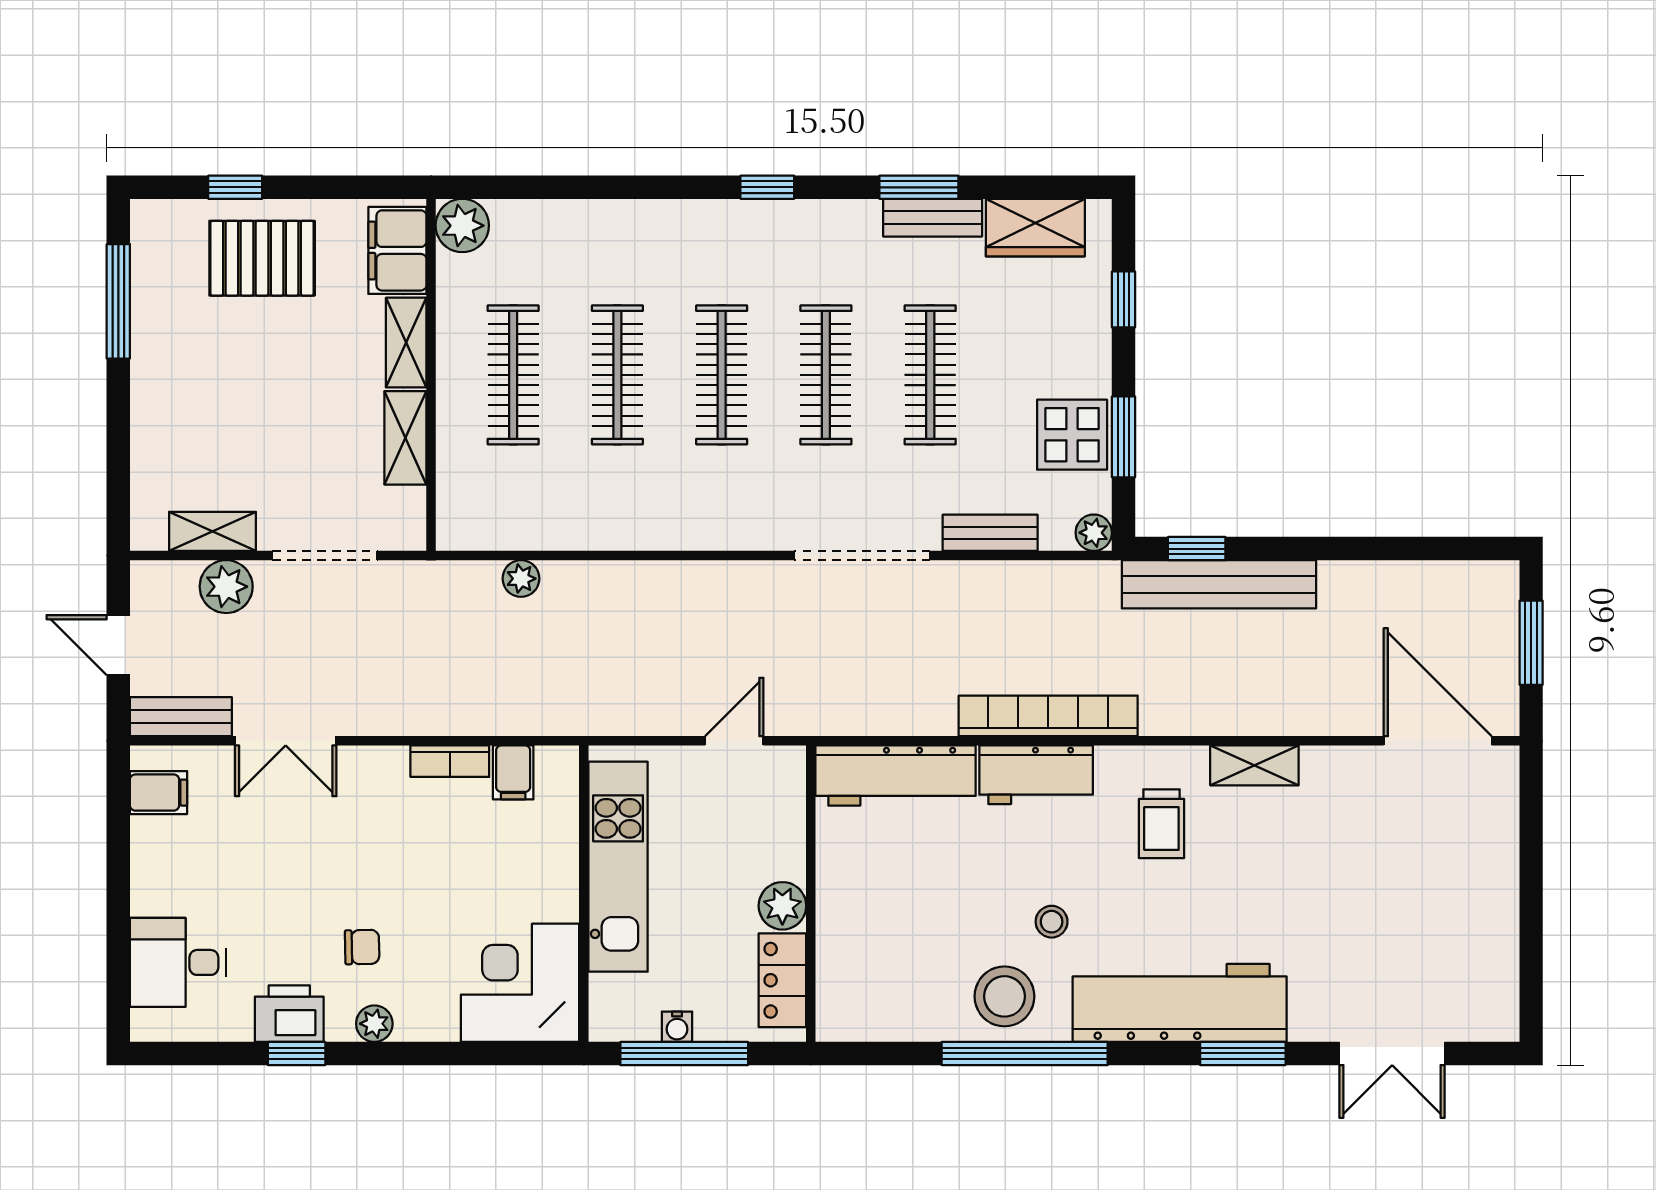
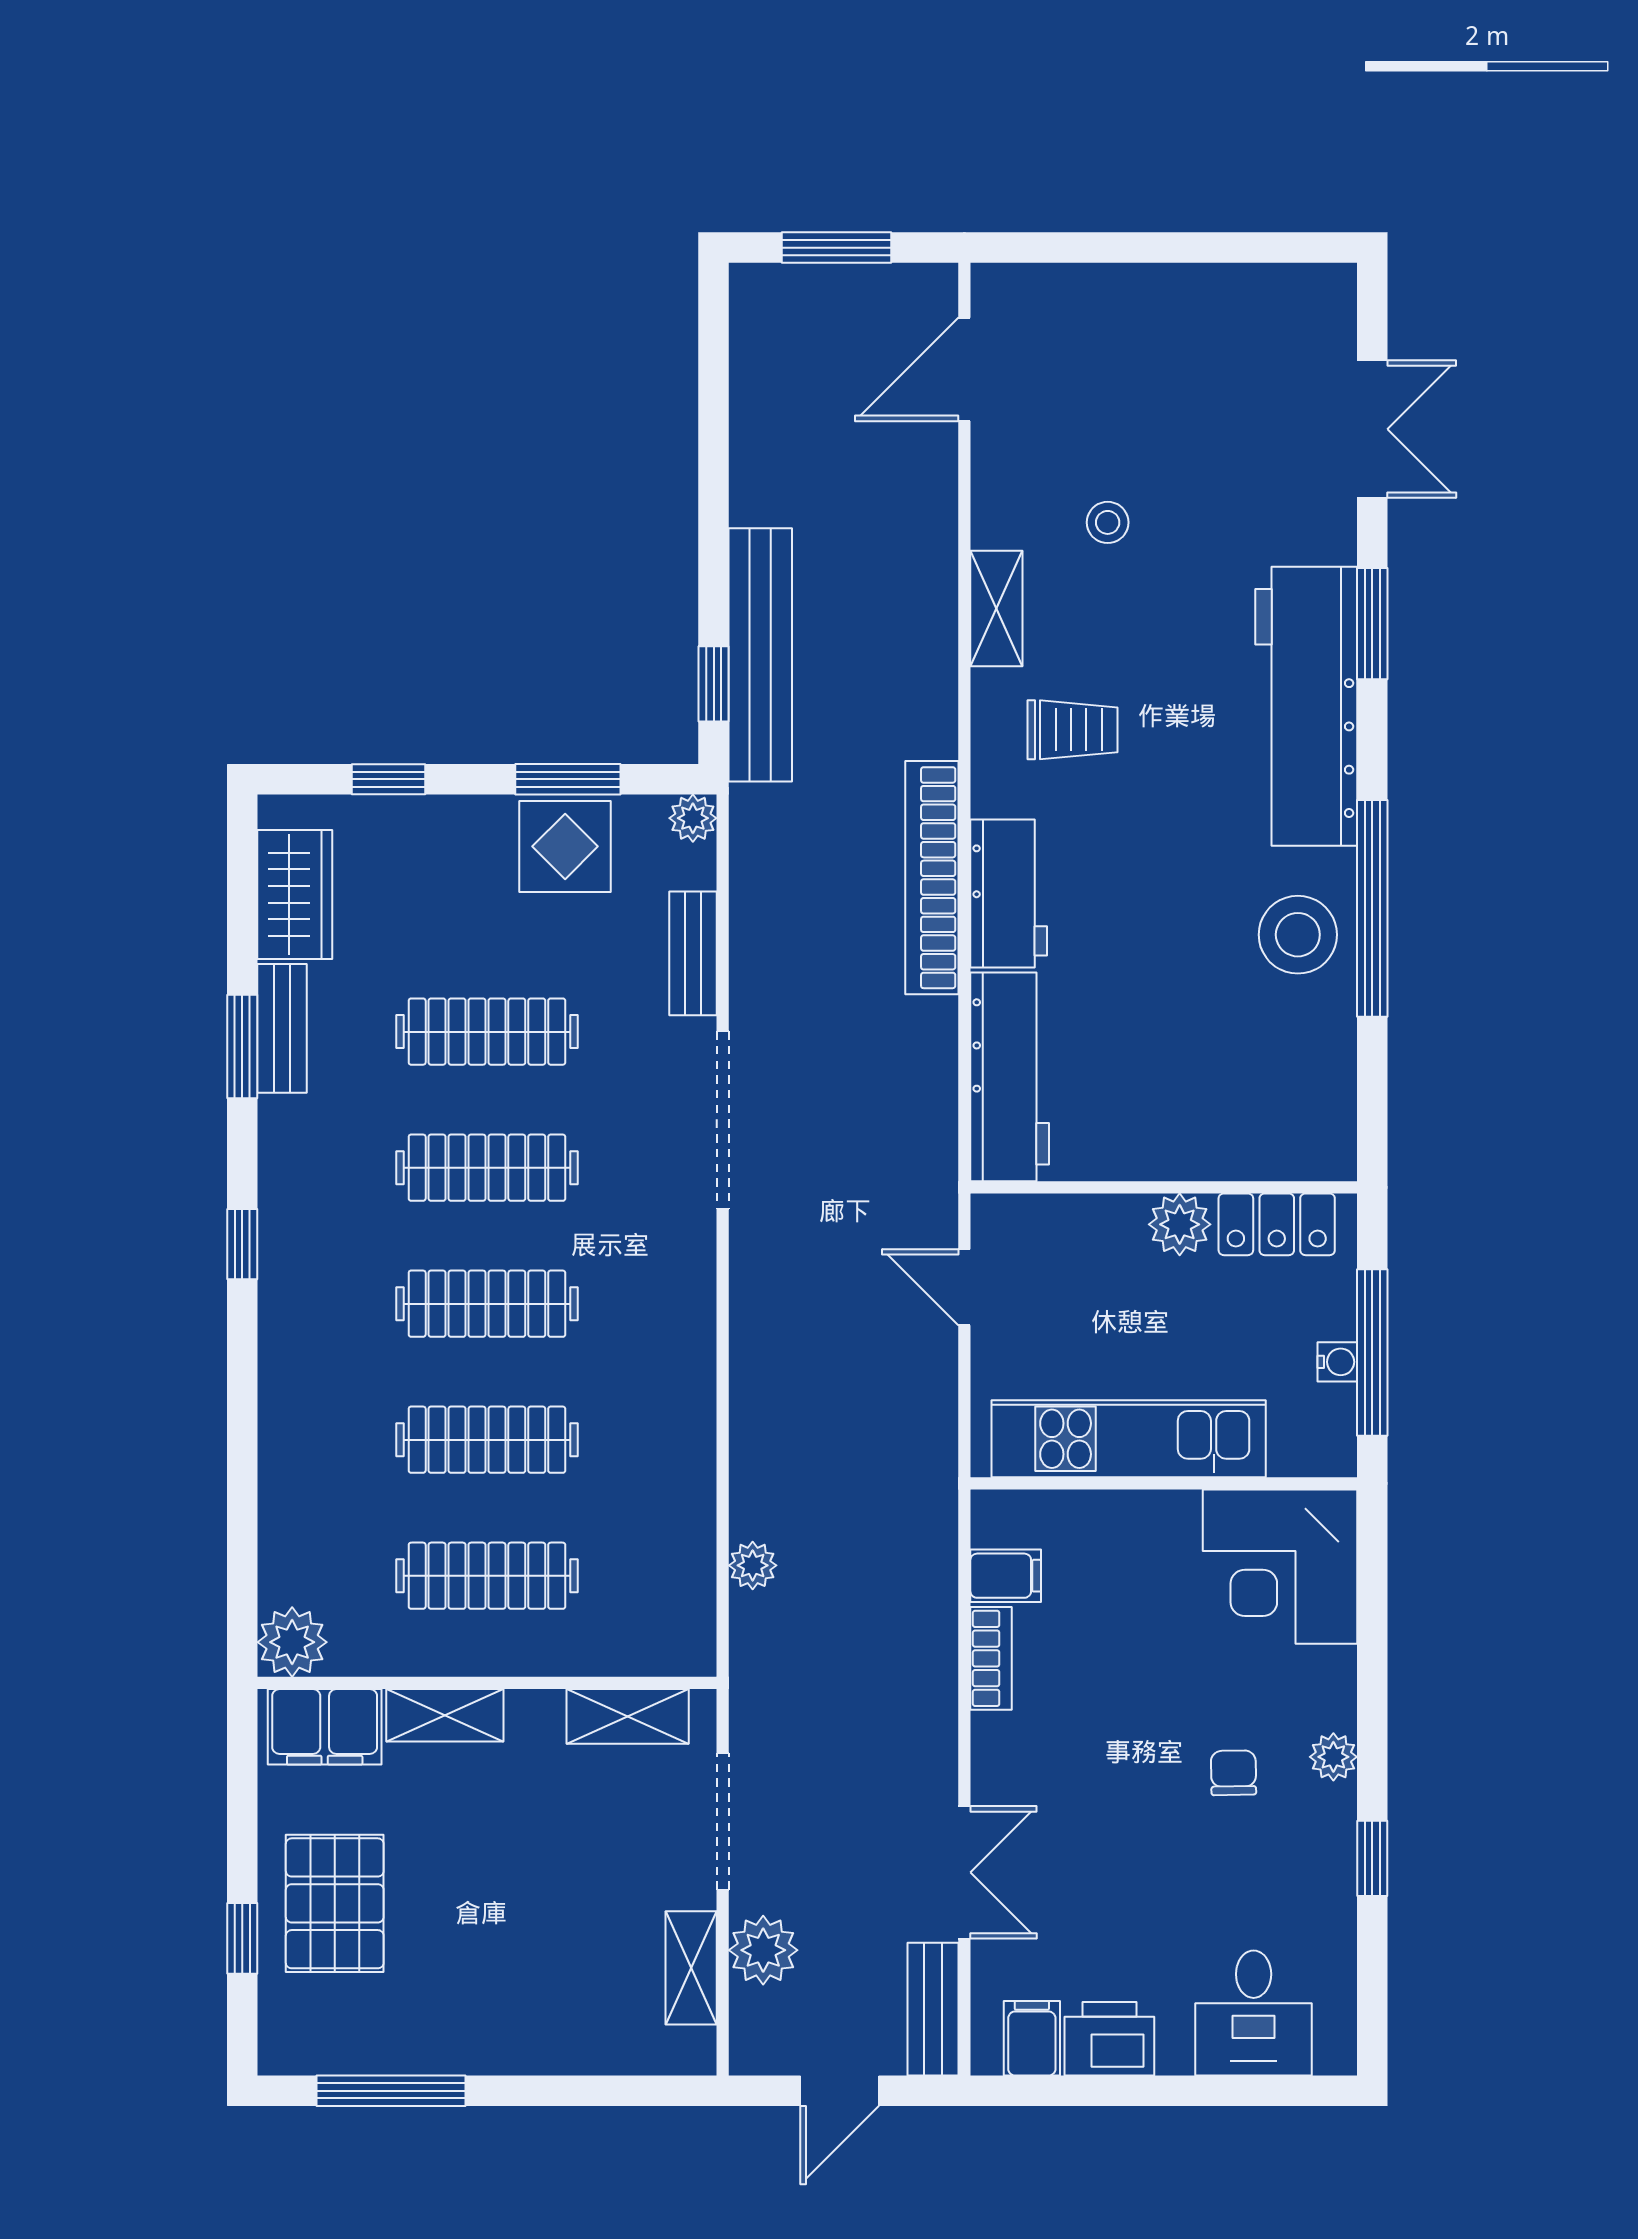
shelving: (405, 438) -> (628, 1716), moved
door: (1438, 741) -> (964, 369), width x0.73
stool: (1052, 922) -> (1108, 522), moved
printer: (289, 1014) -> (1109, 2039), moved, turned 90

